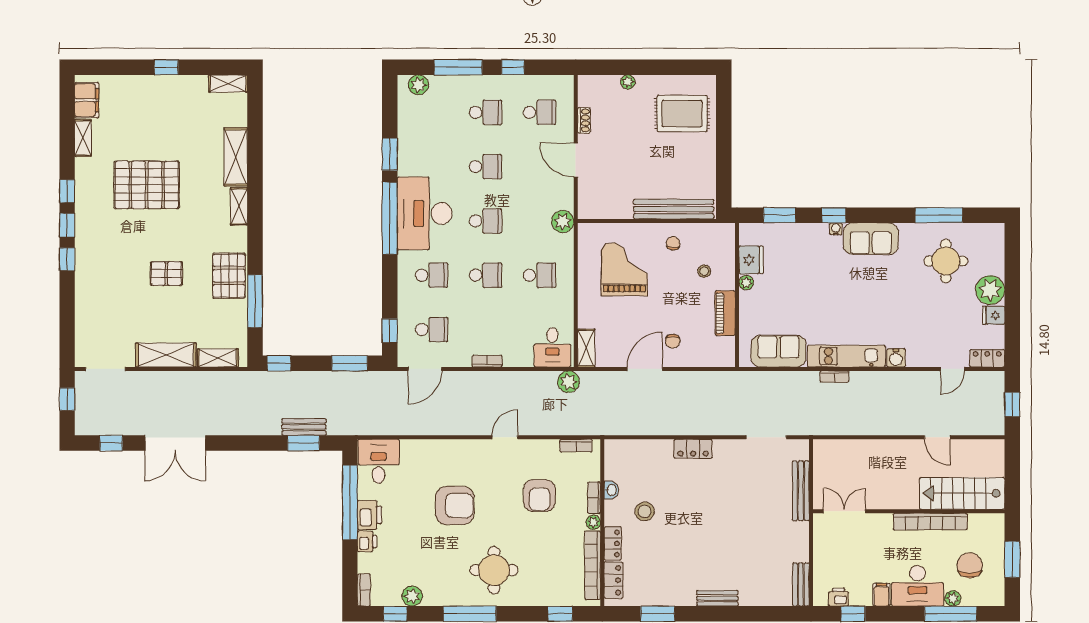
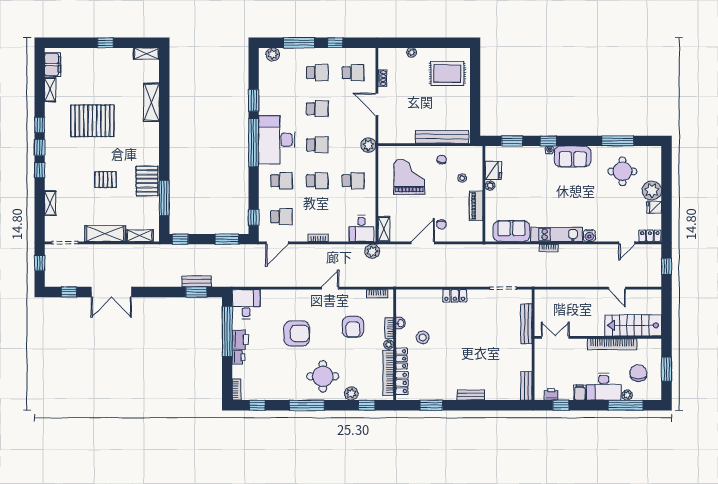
shelving: (239, 206) -> (50, 203), moved
plant: (412, 596) -> (351, 394), moved

